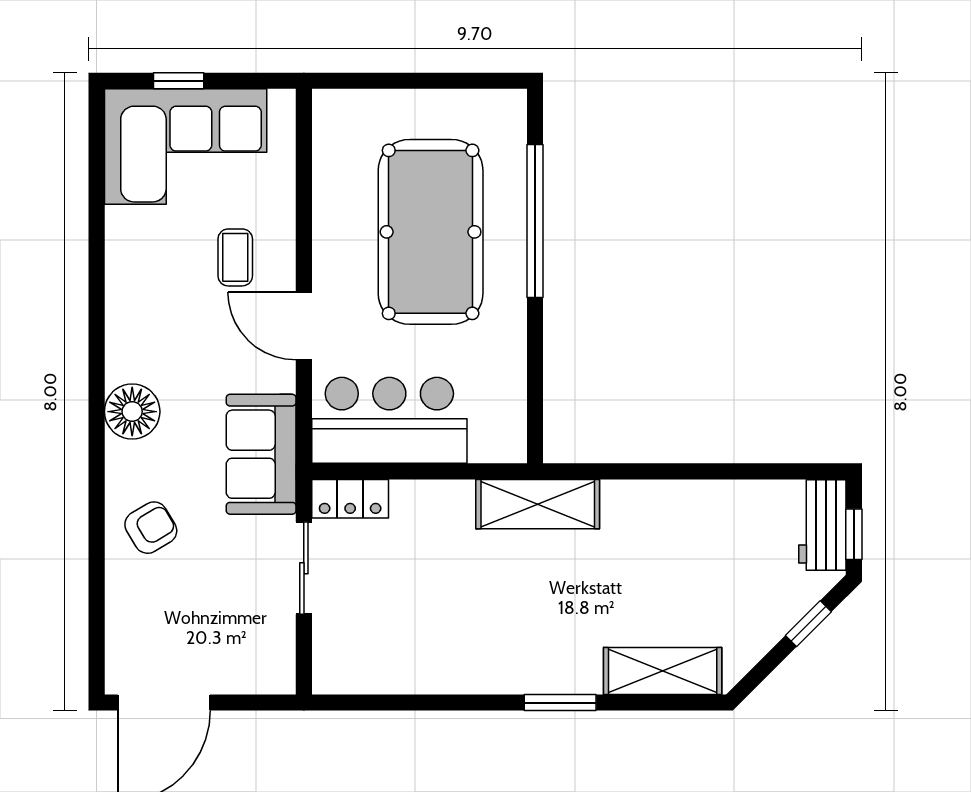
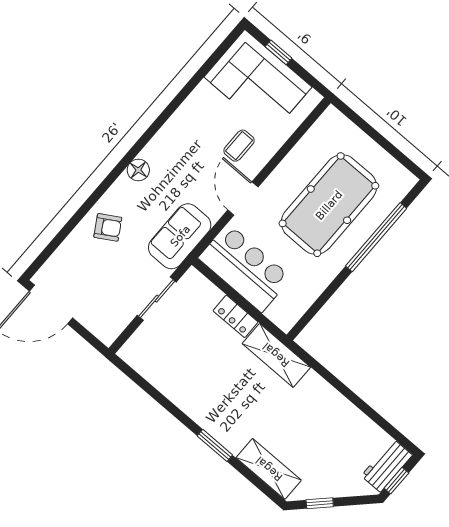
floor lamp: (132, 412) -> (138, 170), width x0.73, depth x0.73
locker: (350, 499) -> (235, 316), moved
window: (808, 624) -> (320, 503), moved

